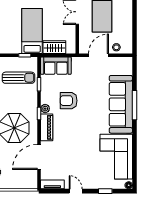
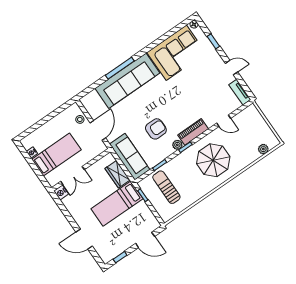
door: (98, 55) -> (98, 130), swing flipped
sofa: (56, 66) -> (130, 157), width x1.36
armchair: (69, 101) -> (156, 129), turned -90
door: (39, 157) -> (224, 121), width x0.53
door: (76, 191) -> (232, 68), swing flipped

